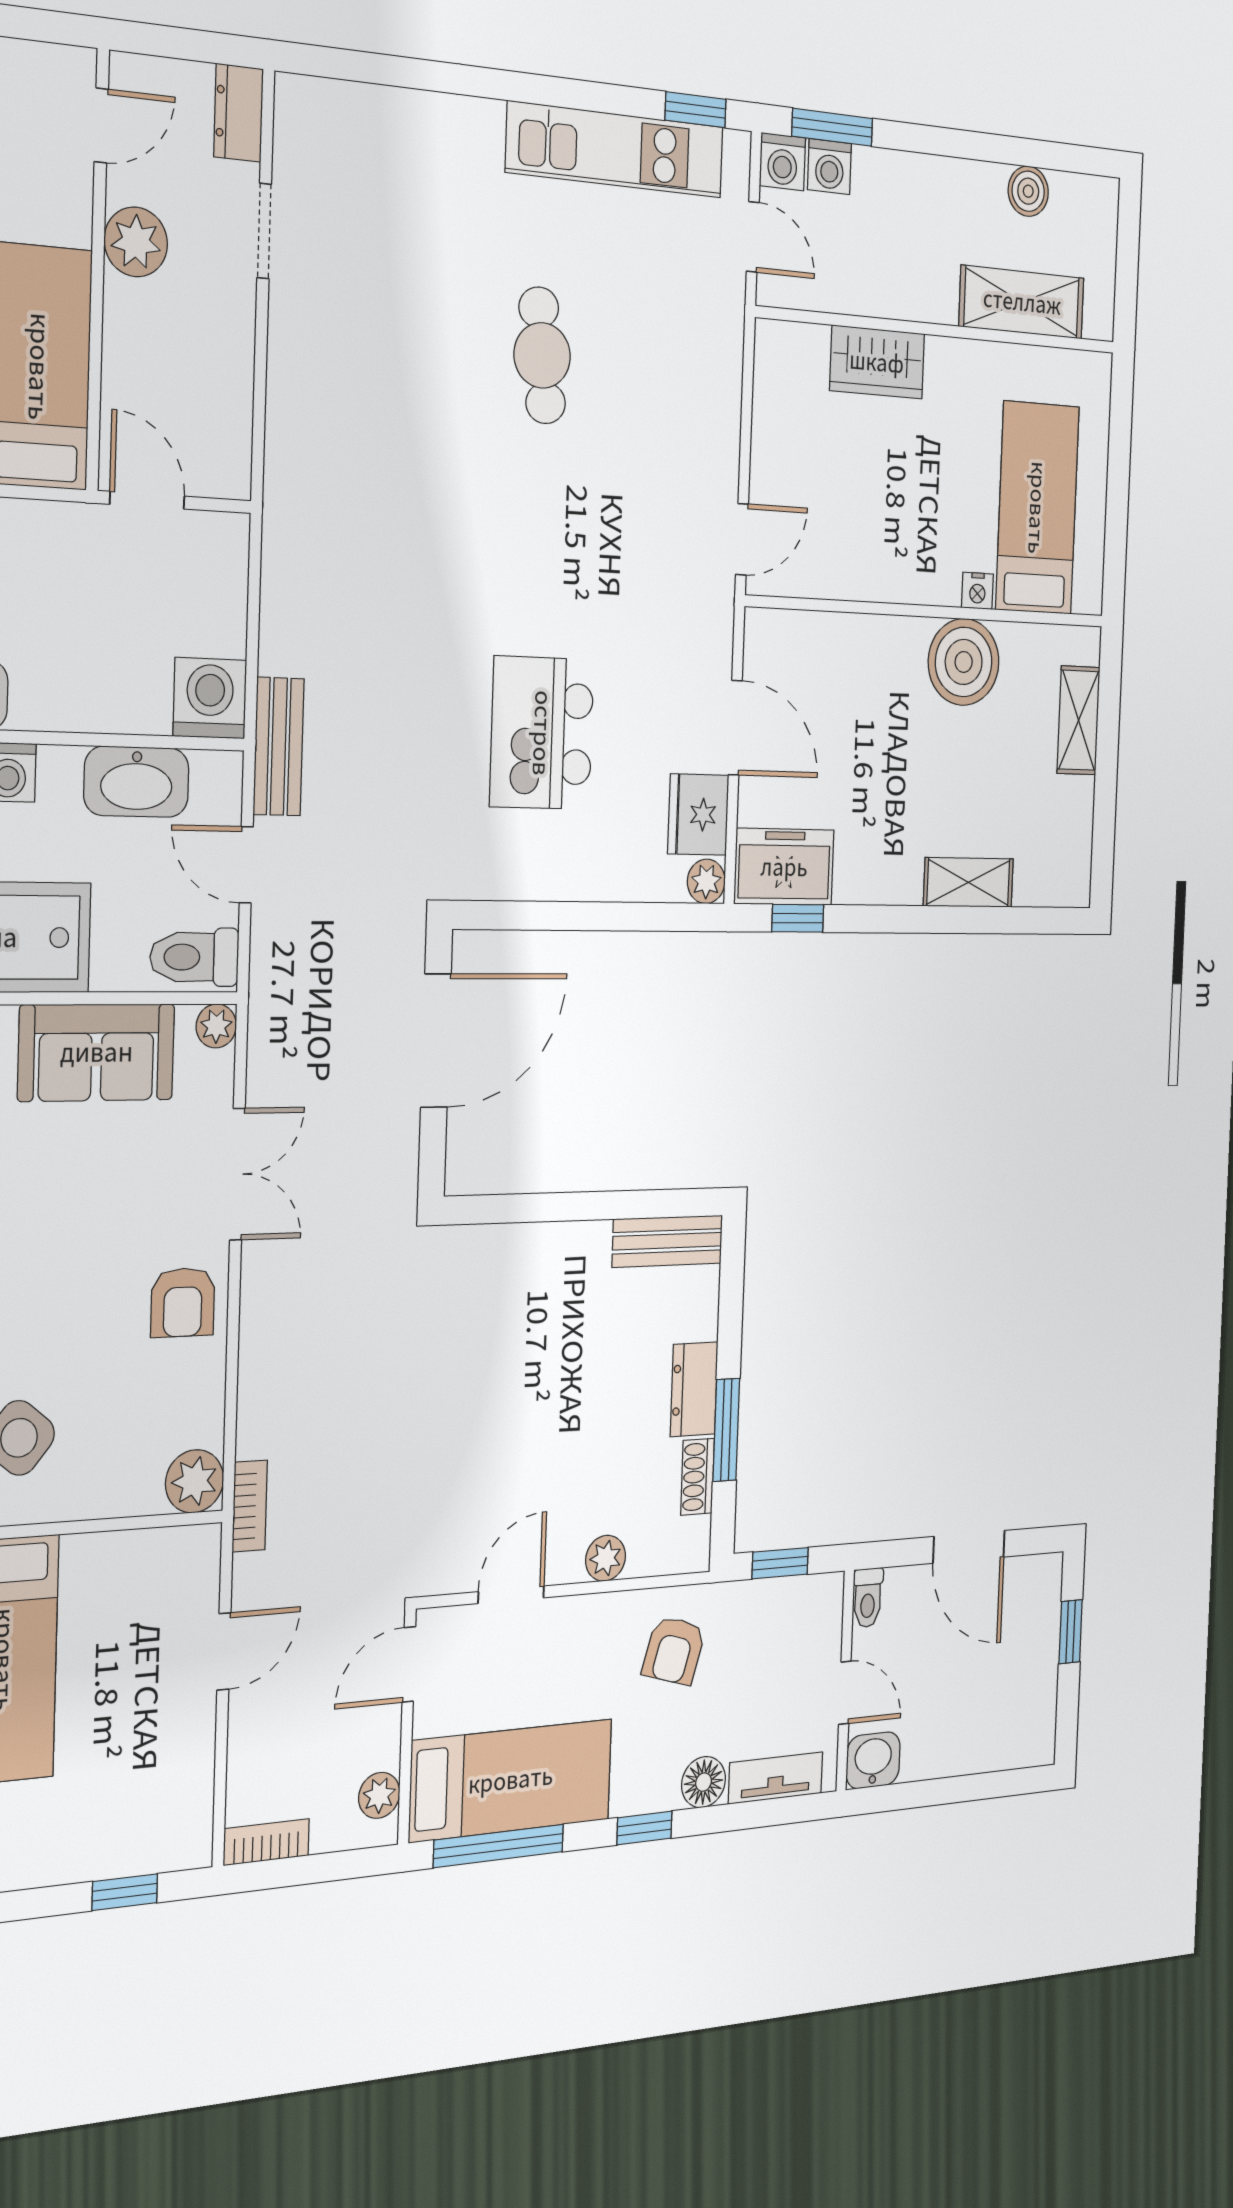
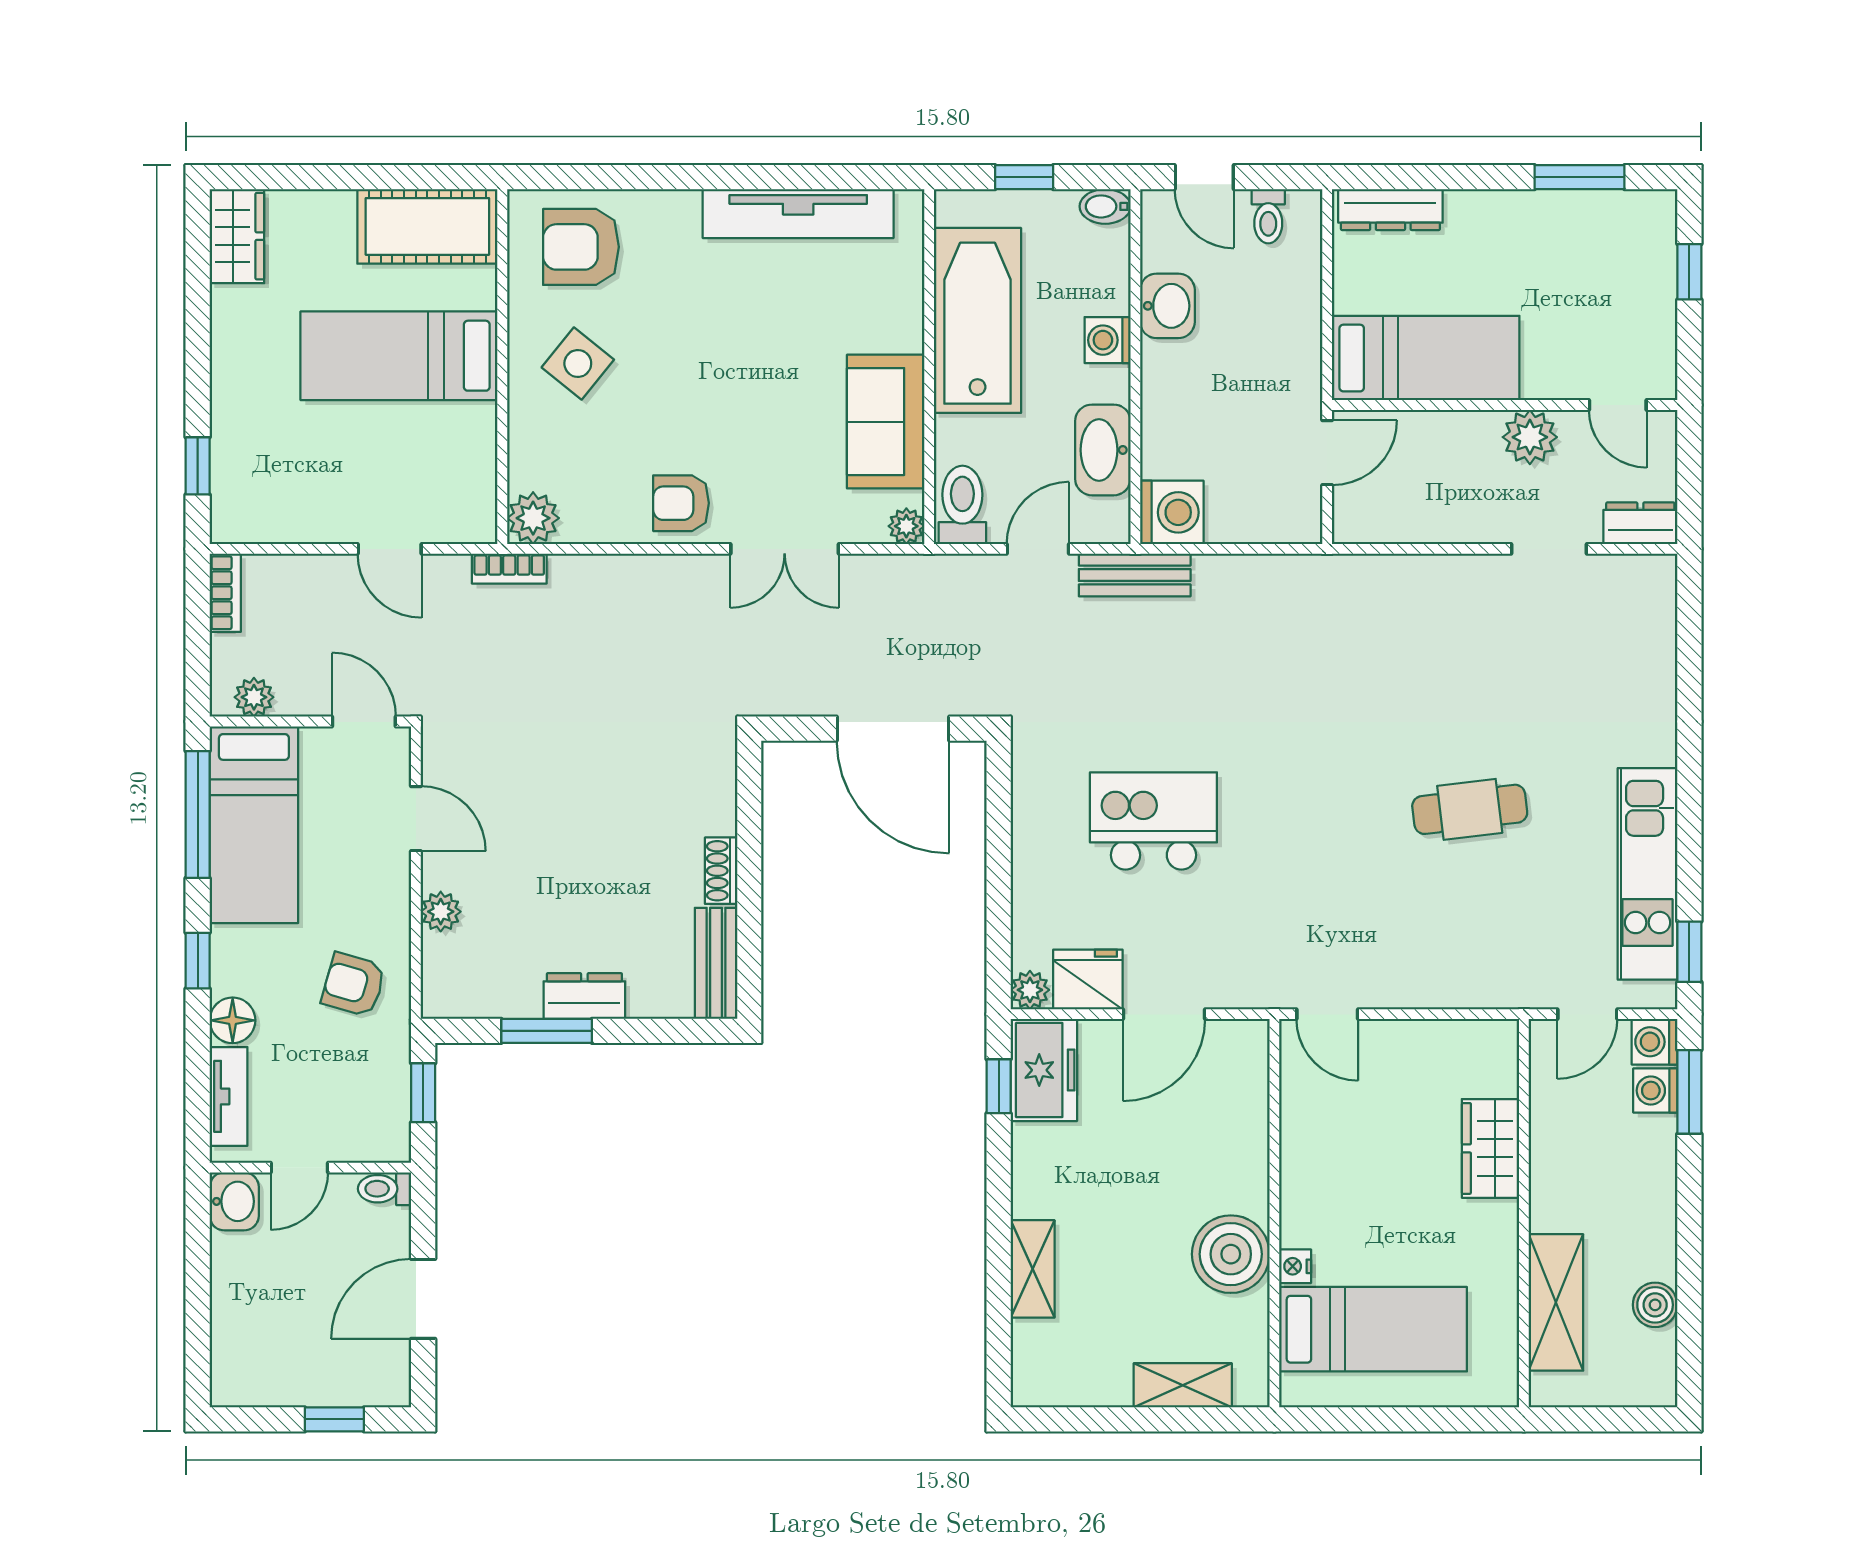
shoe rack: (698, 1477) -> (721, 871), moved, turned -90

